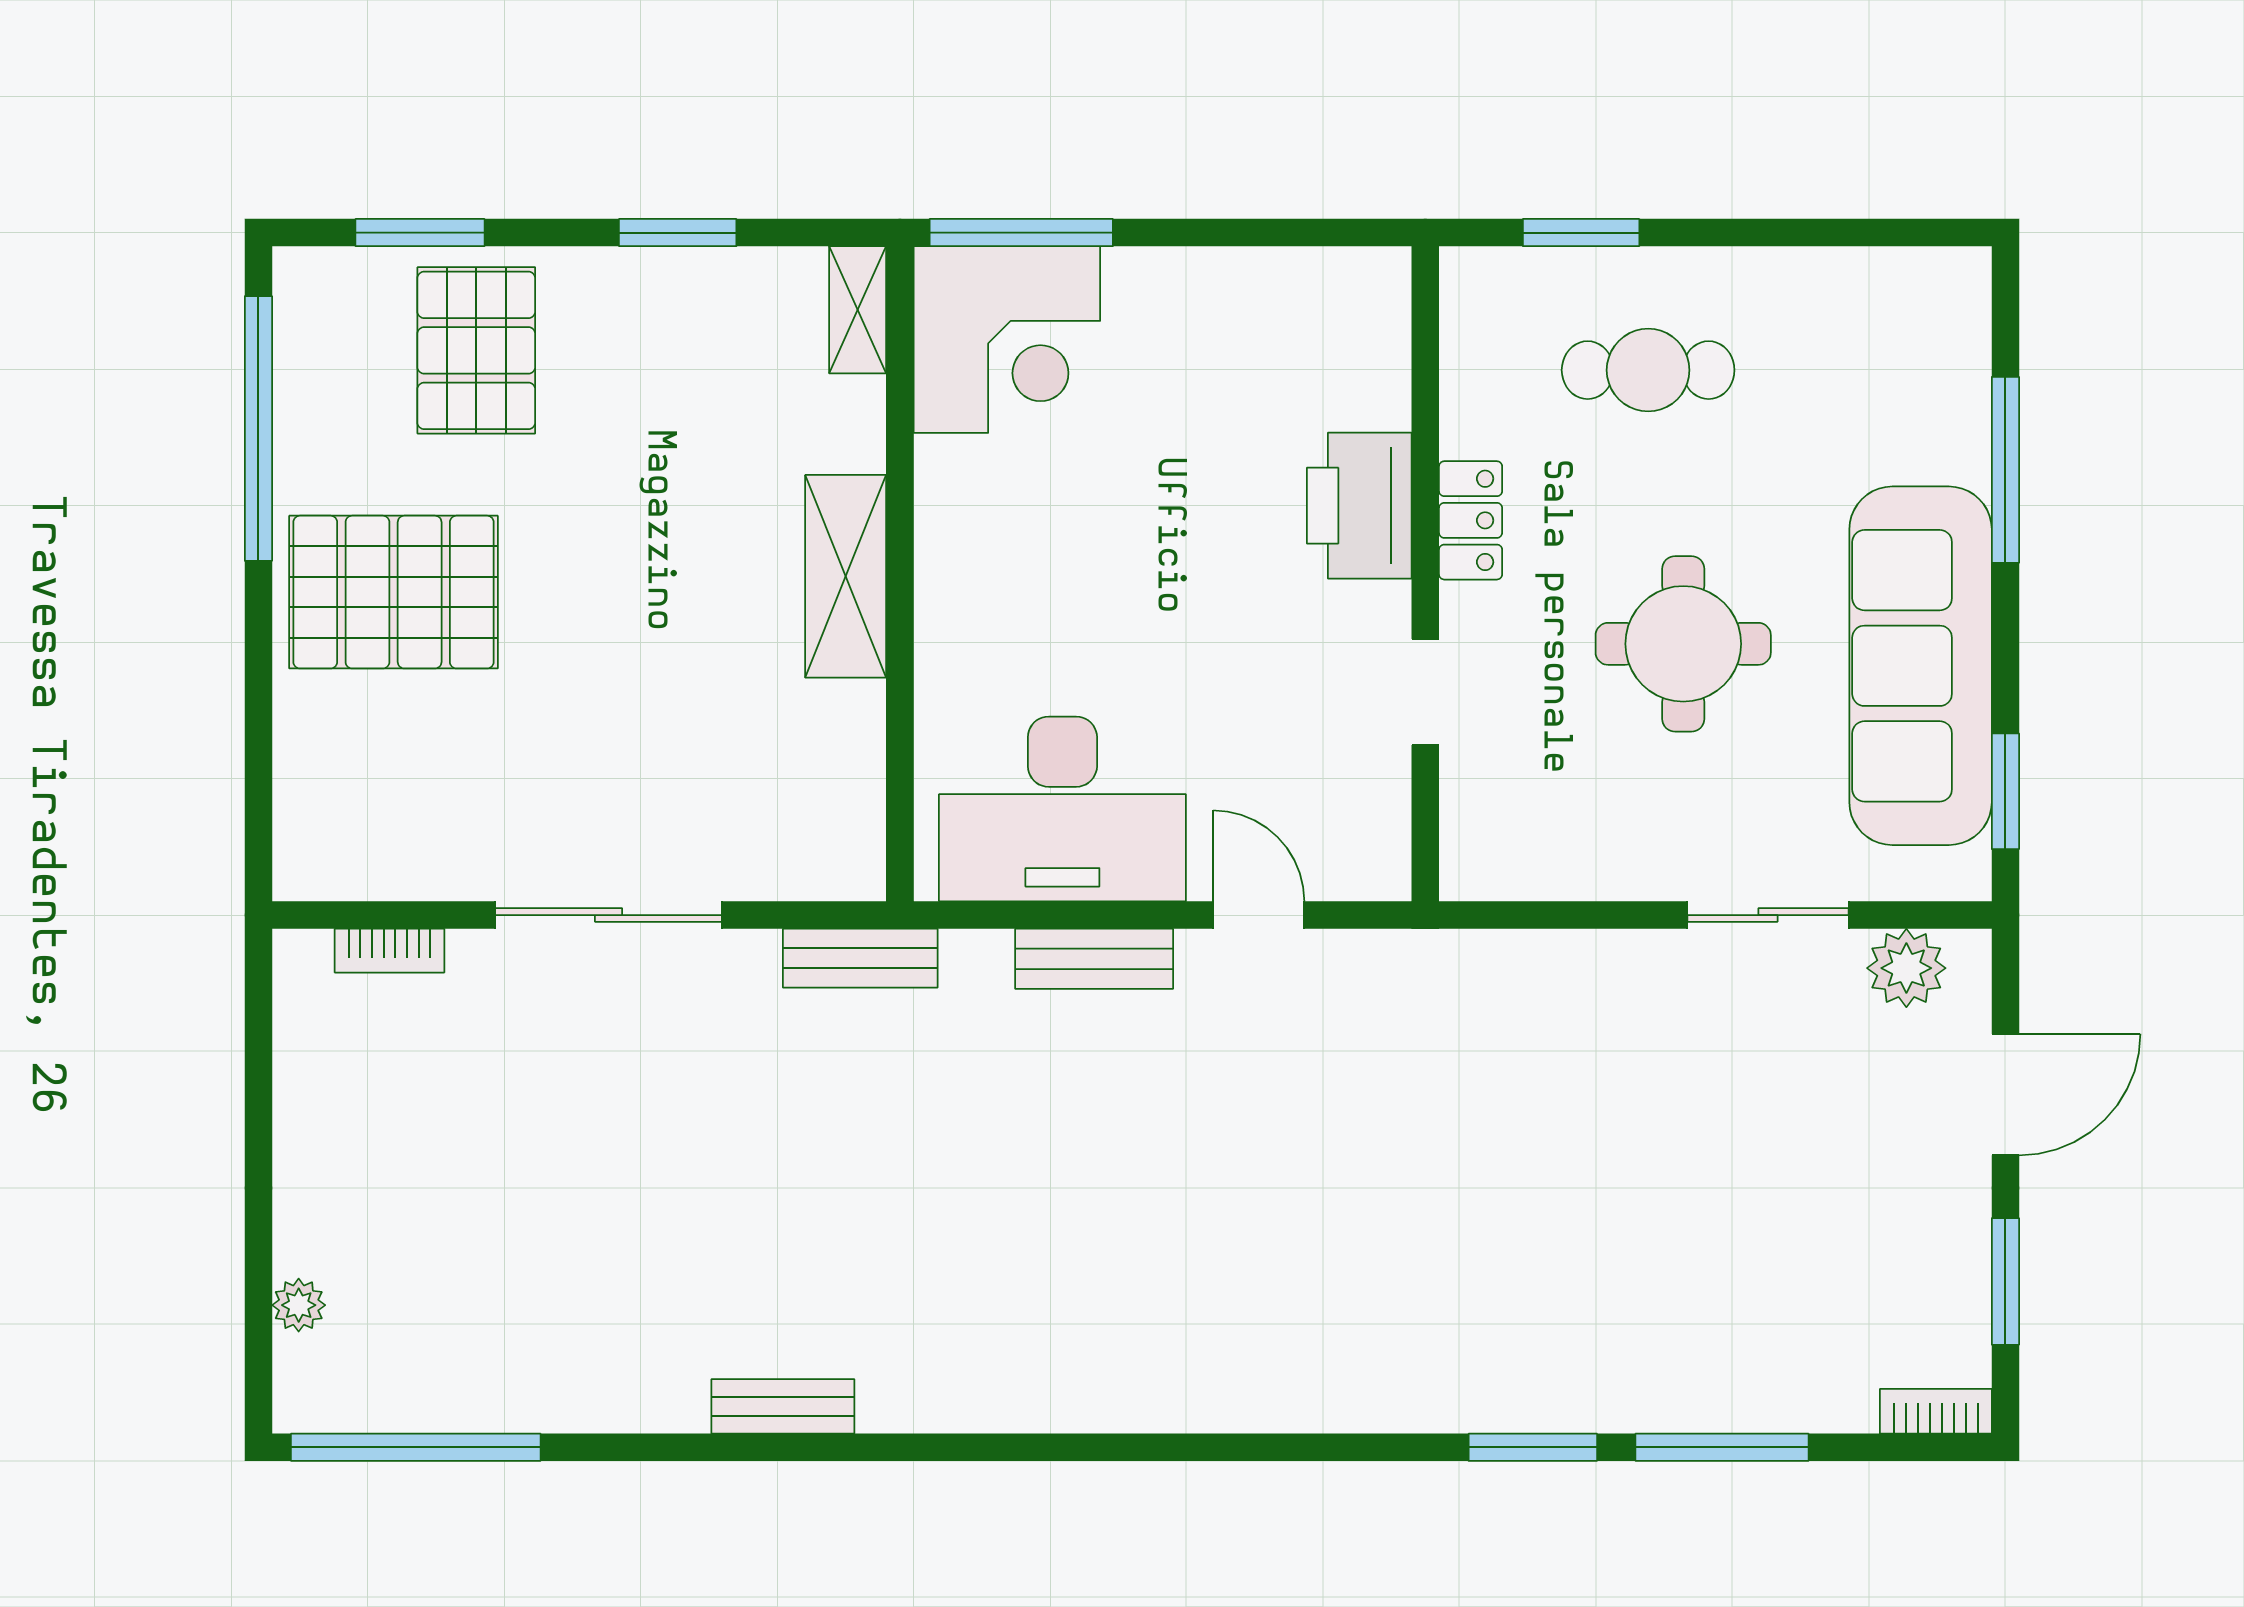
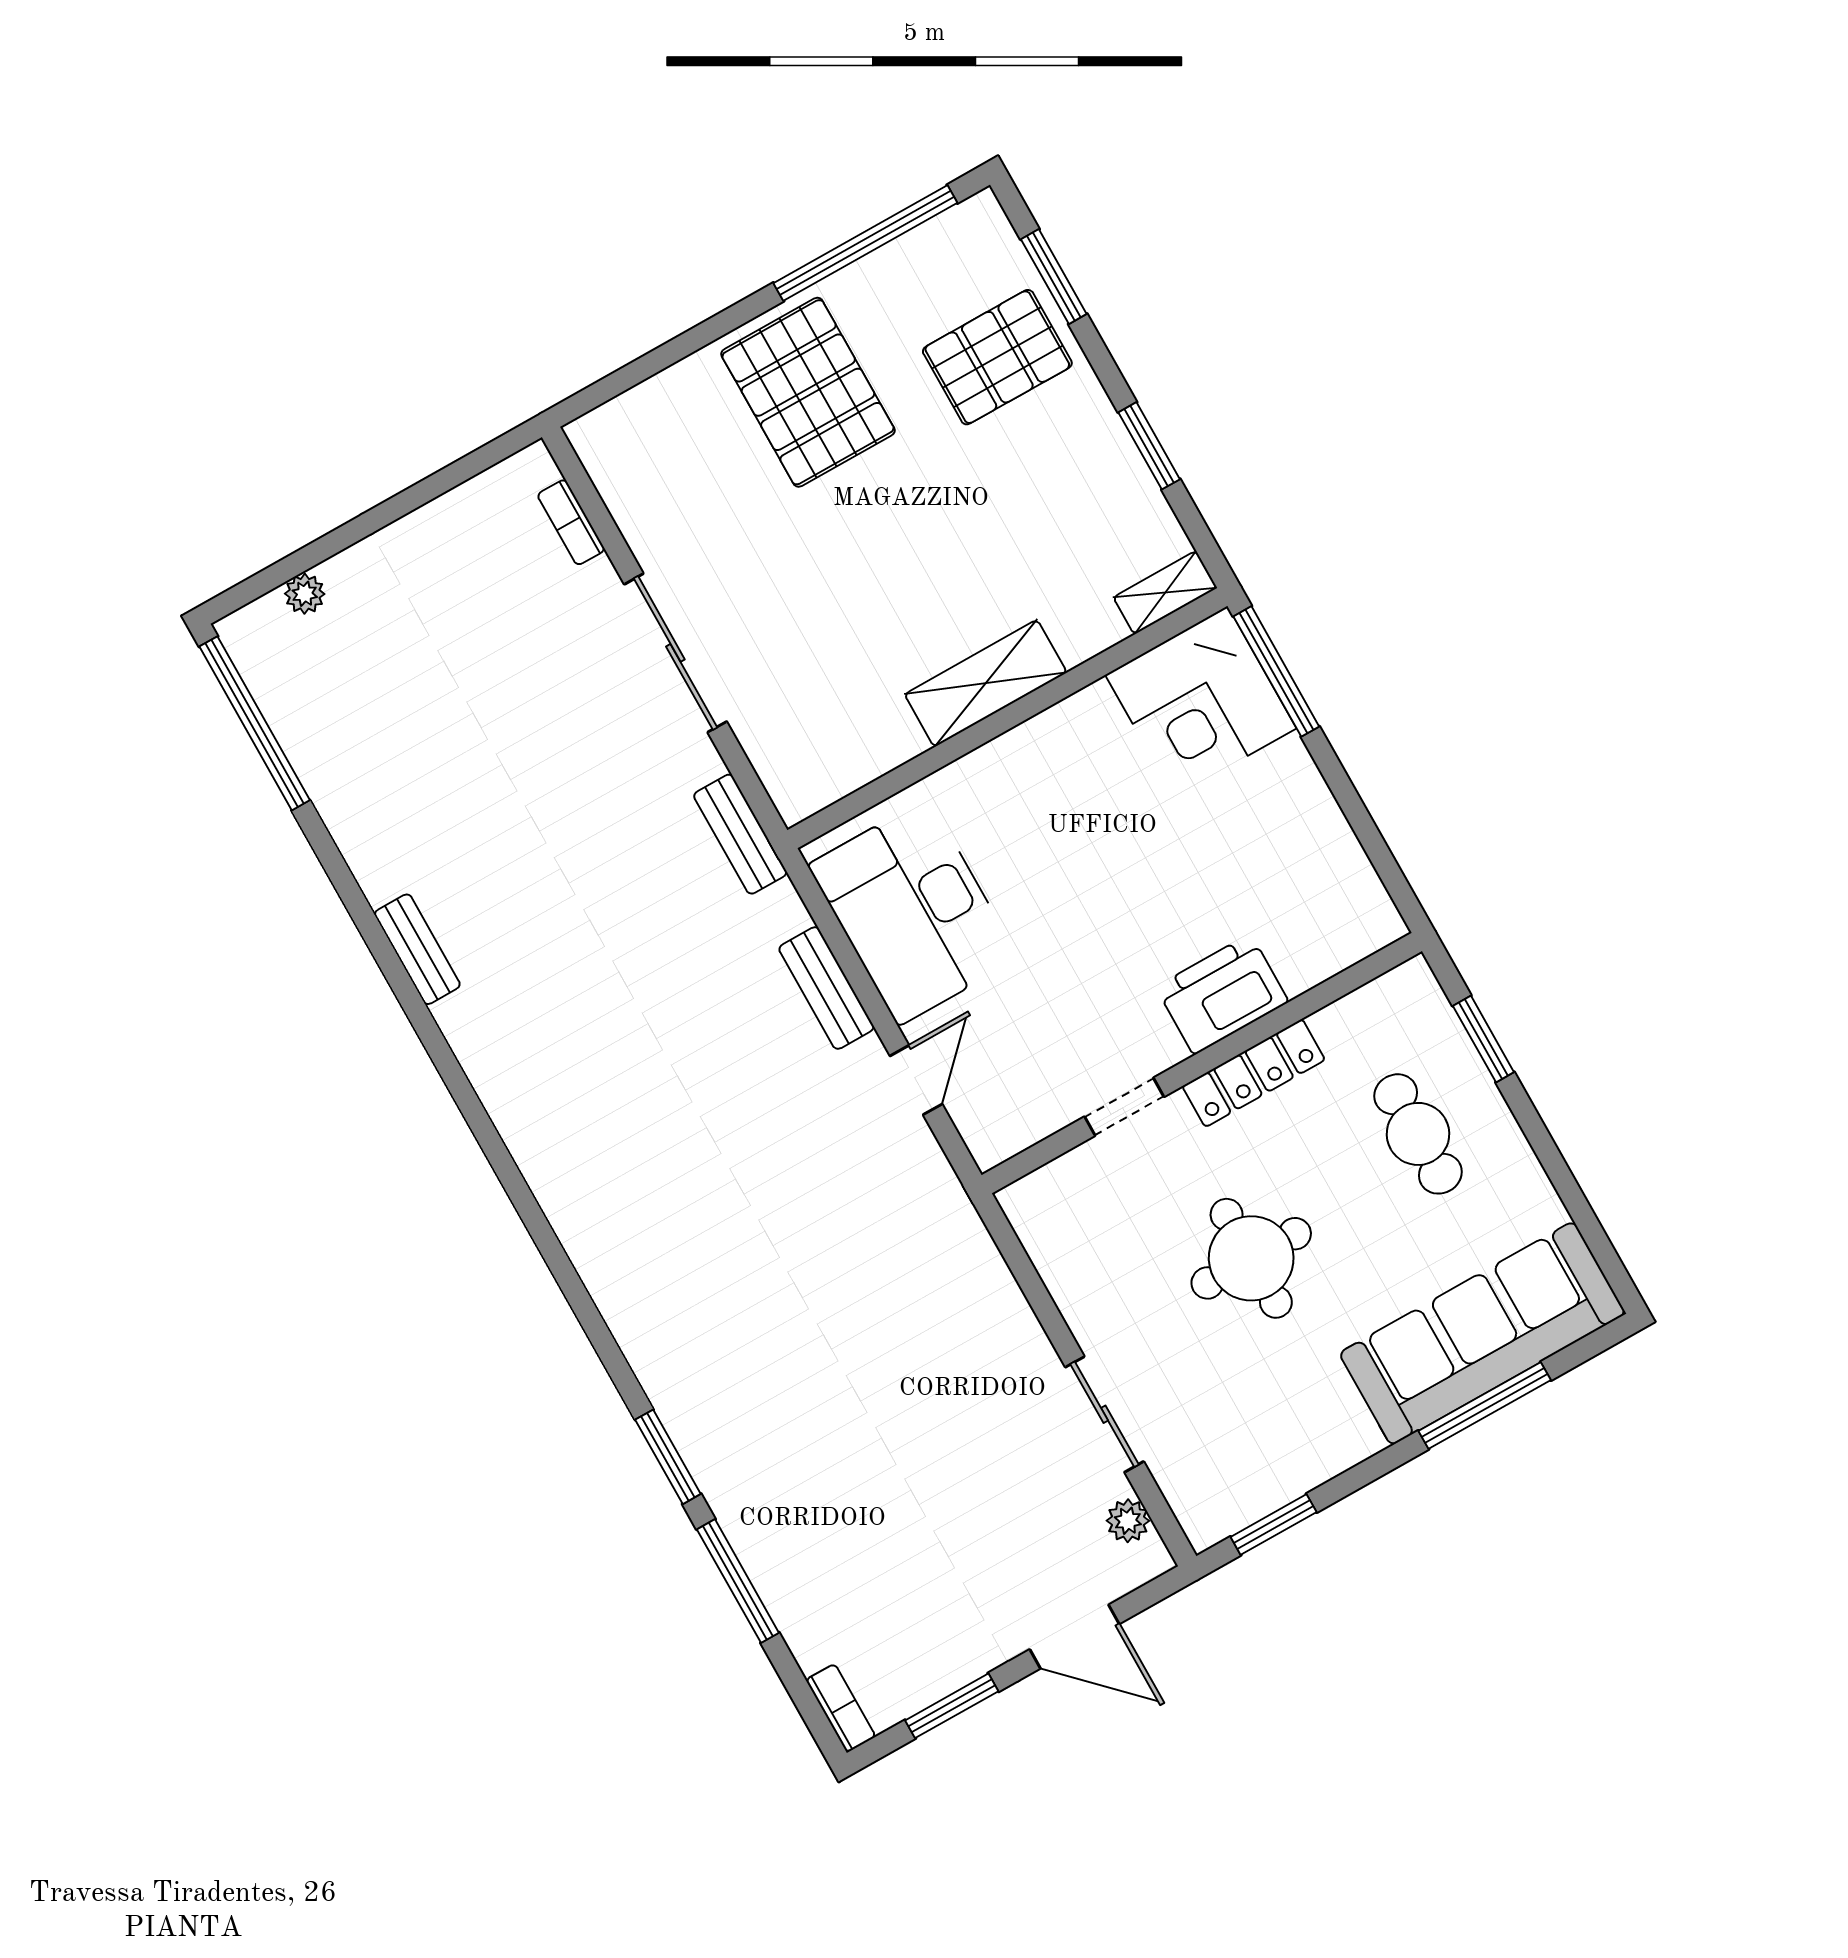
locker: (1471, 520) -> (1254, 1073), width x1.53
sofa: (1921, 666) -> (1482, 1333), moved
plant: (1906, 968) -> (1128, 1521), width x0.73, depth x0.73

